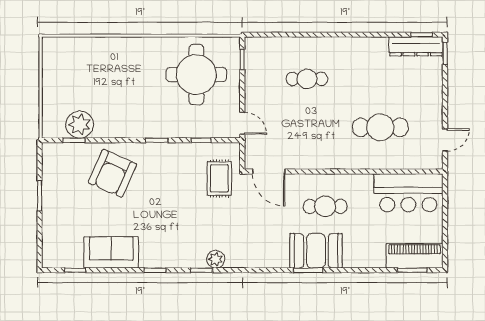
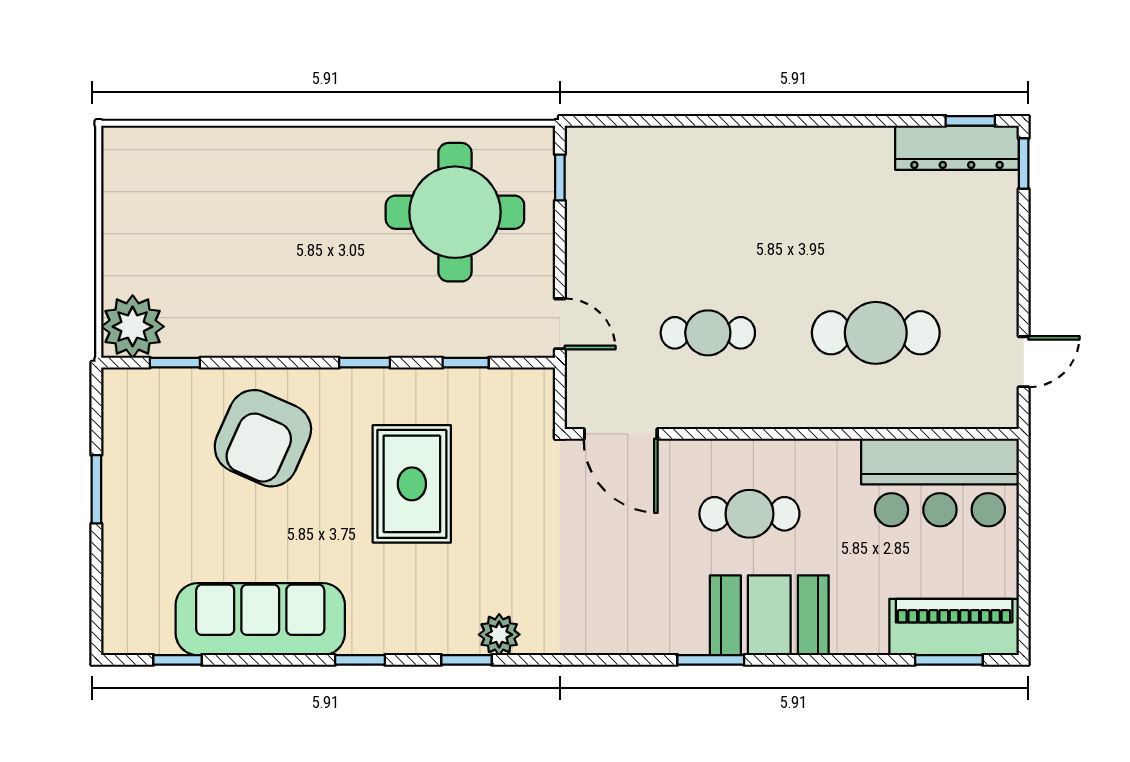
cafe table: (307, 79) -> (708, 333), moved
plant: (80, 125) -> (133, 327), moved
rug: (219, 178) -> (412, 484), moved, width x1.36, depth x1.43
booth: (316, 251) -> (769, 615), moved
sofa: (111, 252) -> (260, 619), width x1.36

